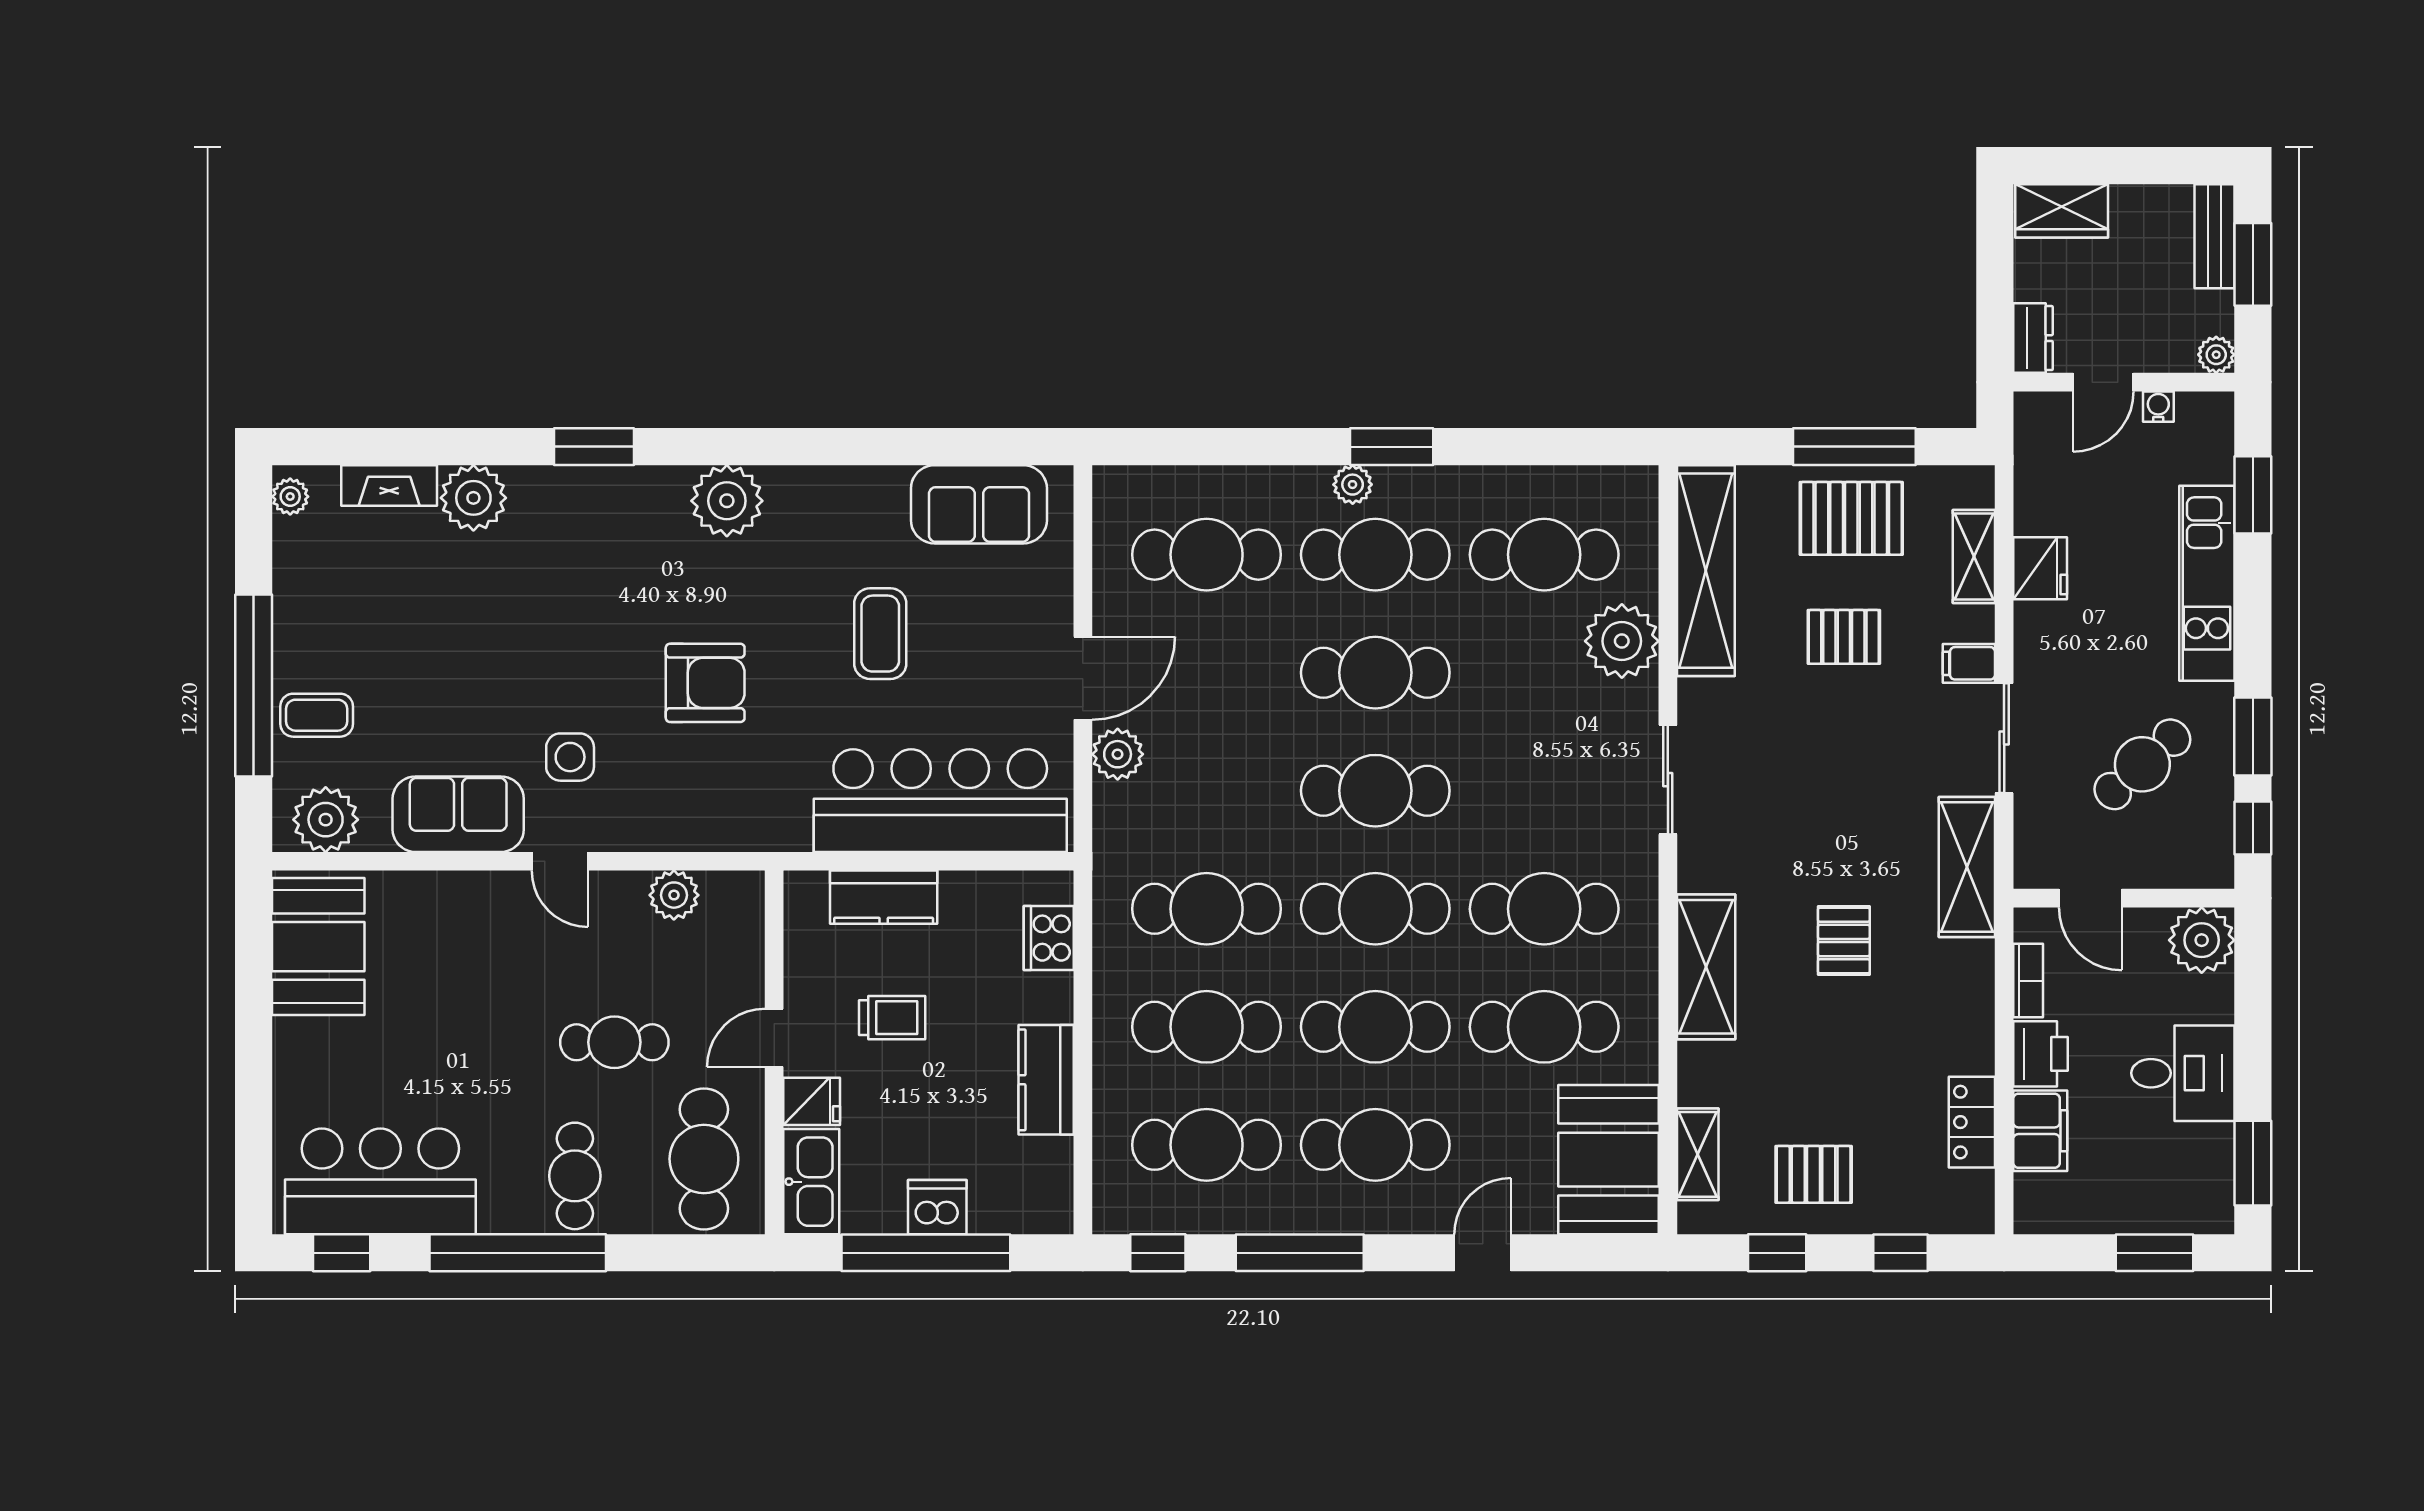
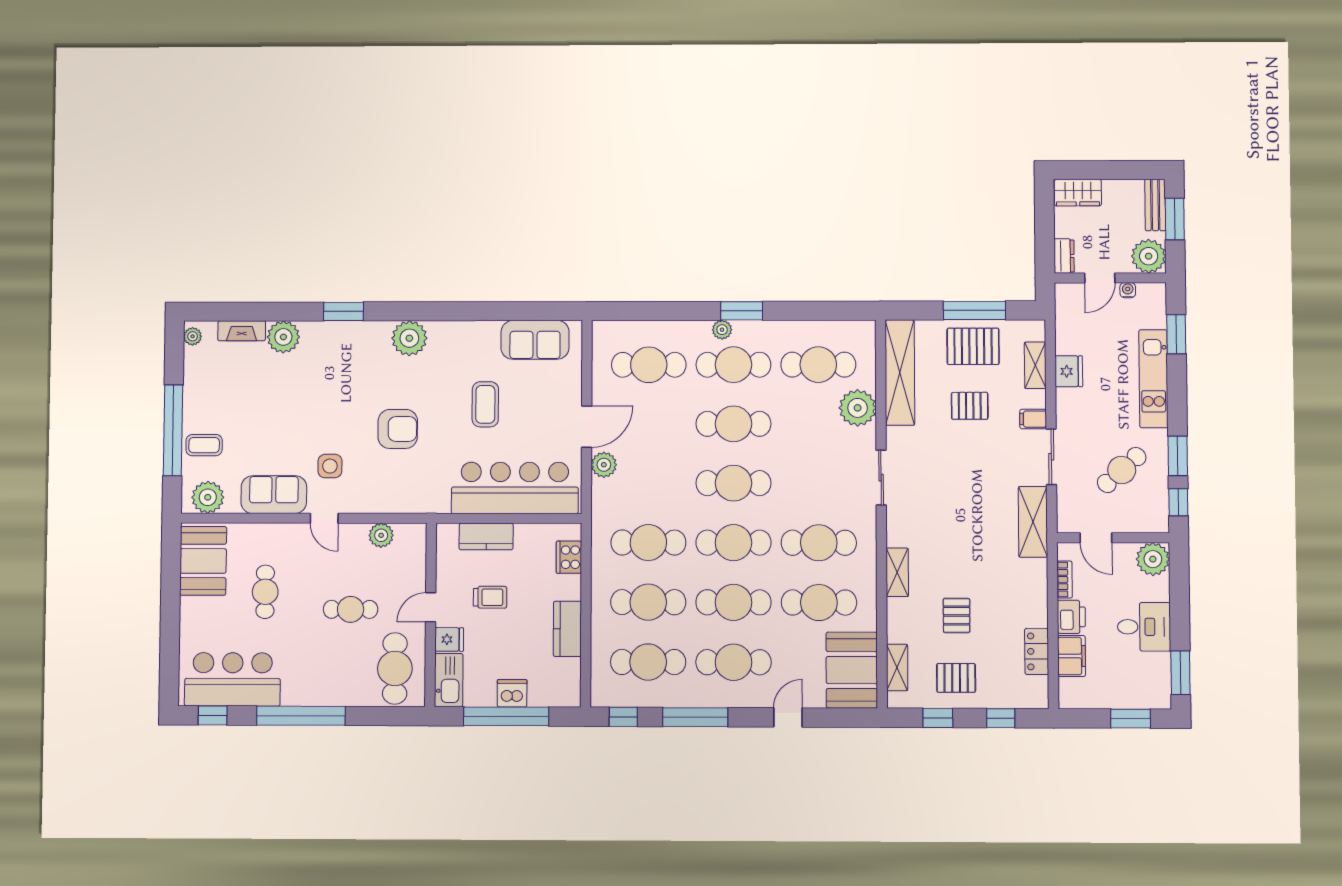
plant: (2216, 355) -> (1149, 256), width x1.87, depth x1.87
pallet: (1844, 940) -> (957, 615), moved
shelving: (1706, 967) -> (897, 572), width x0.67, depth x0.75
cafe table: (575, 1176) -> (265, 592), moved

